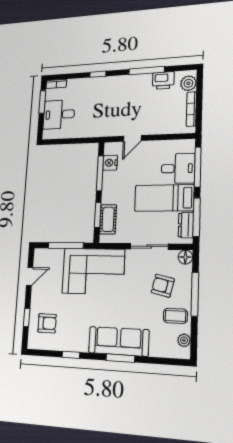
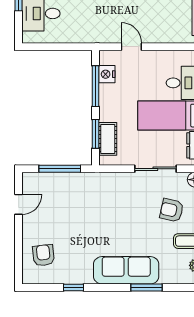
door: (132, 138) -> (131, 47), swing flipped
corner sofa: (93, 271) -> (94, 197), removed
window: (27, 318) -> (19, 250), removed
armchair: (47, 323) -> (43, 255), turned -96
window: (120, 358) -> (147, 287), moved

